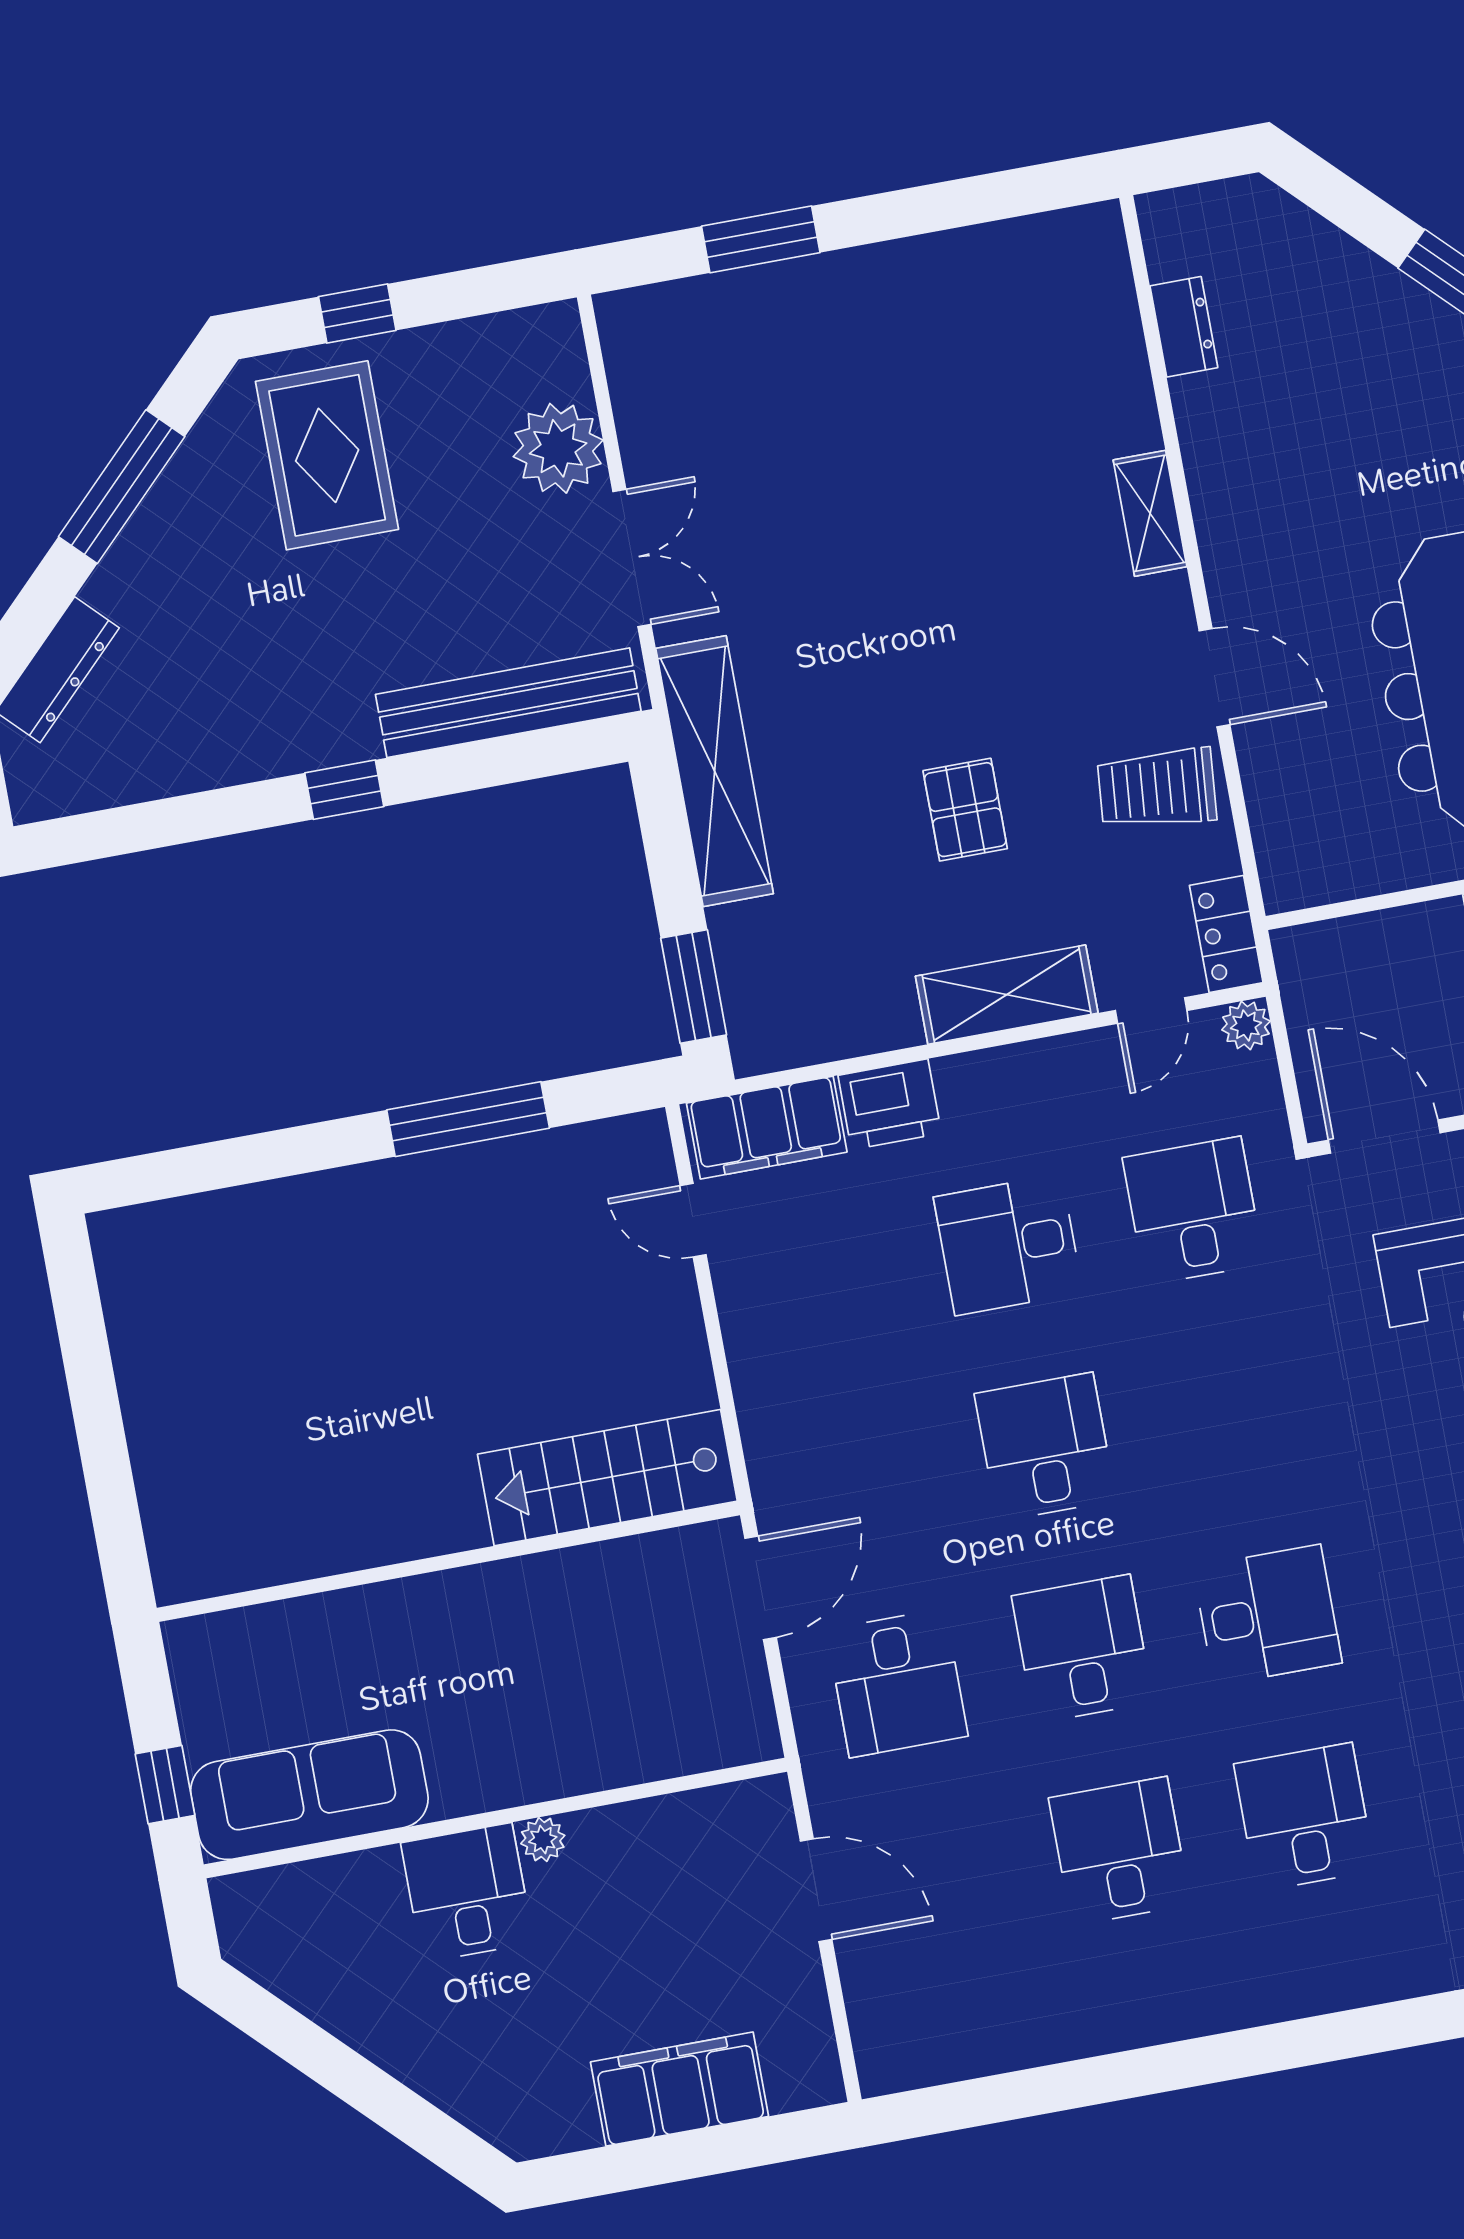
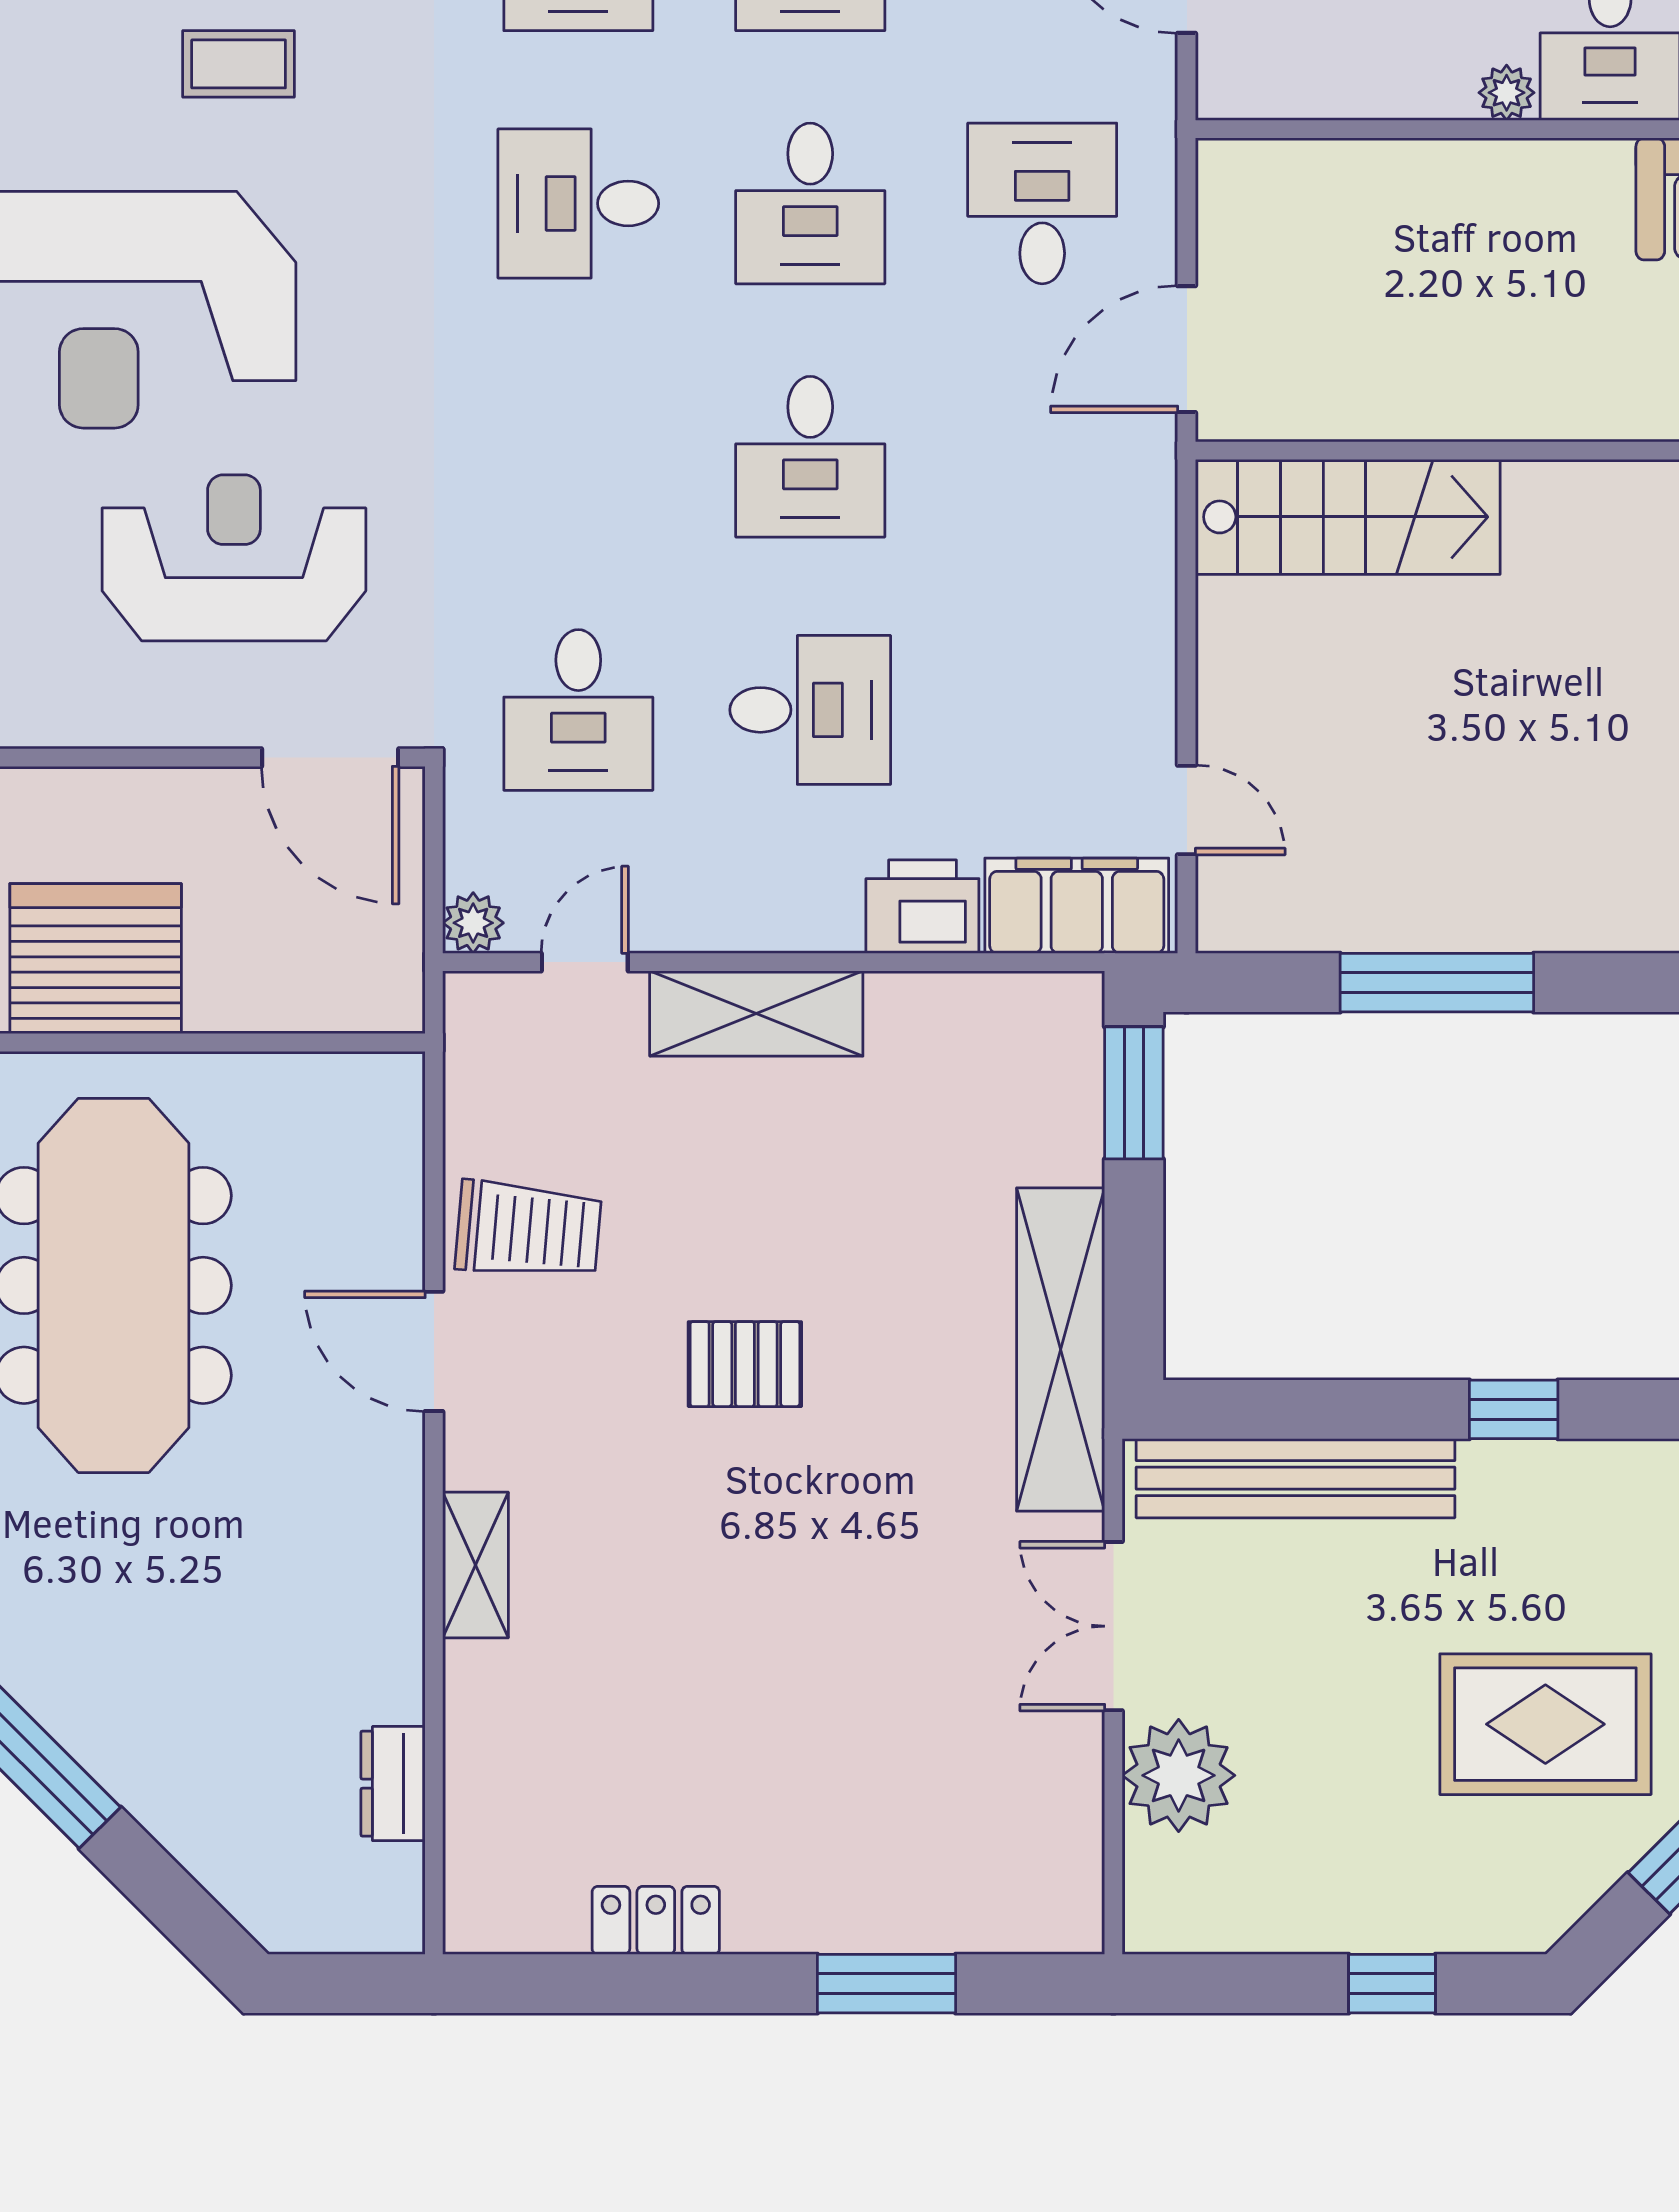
rug: (327, 455) -> (1545, 1724), moved, turned 90
pallet: (965, 810) -> (745, 1364), moved, turned 90
locker: (1226, 934) -> (656, 1920), moved, turned -90

